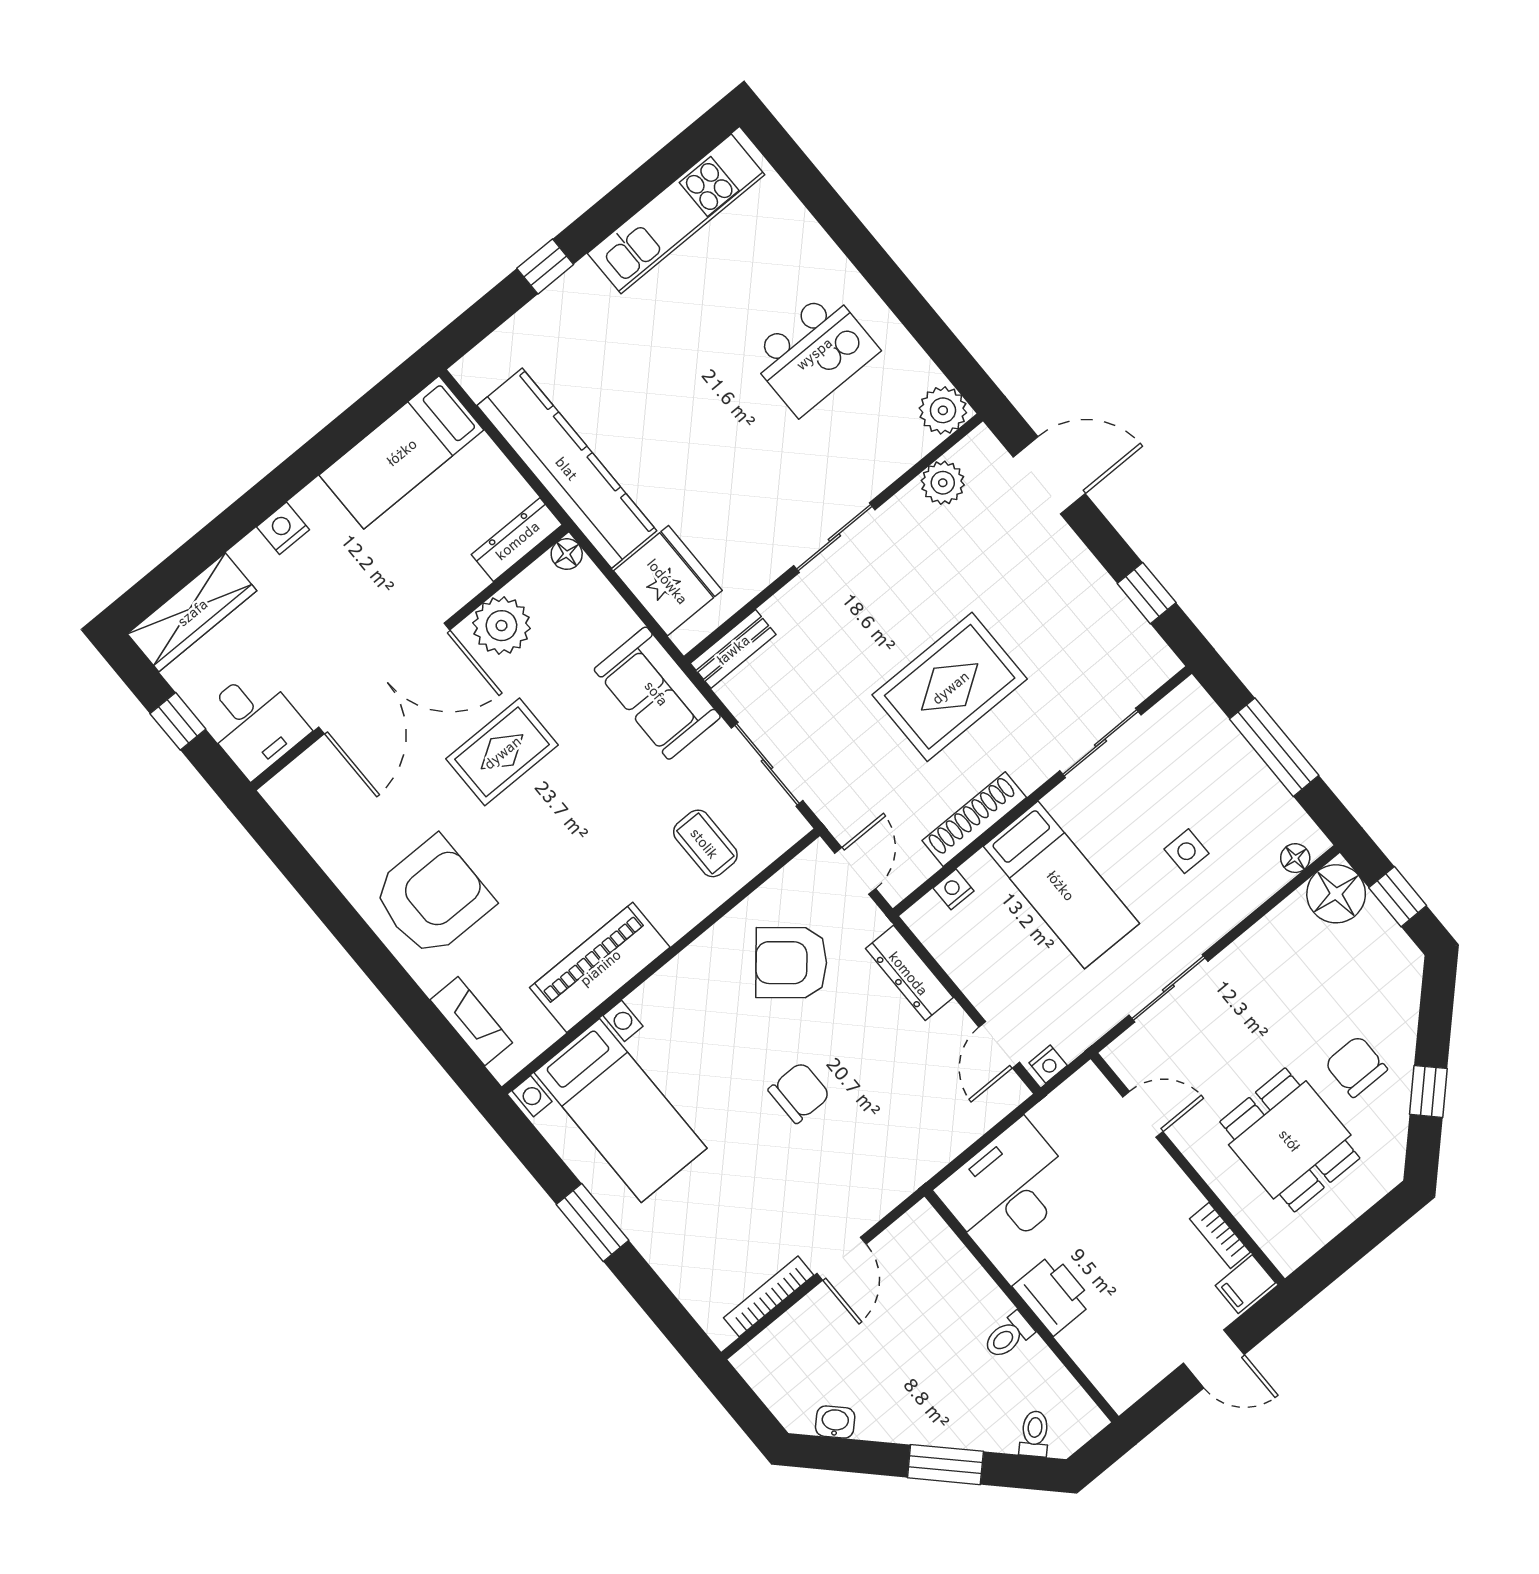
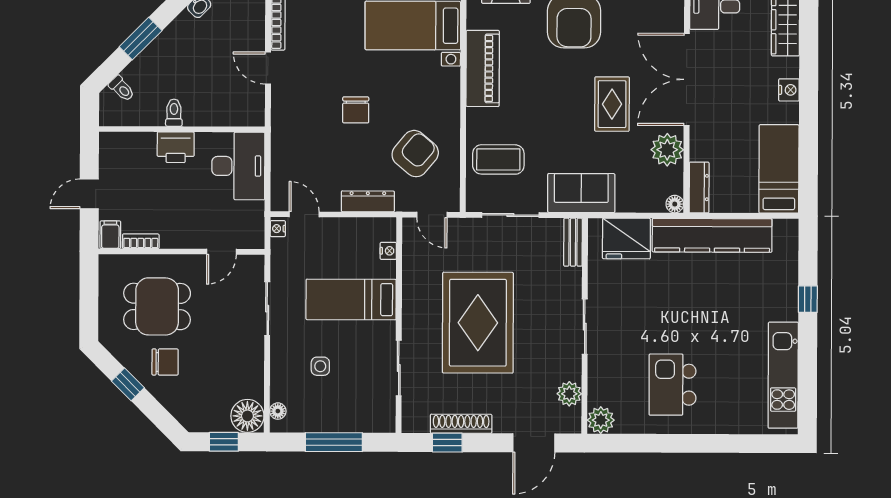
rug: (950, 687) -> (478, 323), width x1.37, depth x1.44
shoe rack: (974, 819) -> (461, 424), moved, turned -90
coffee table: (705, 843) -> (498, 159), width x1.36, depth x1.30

